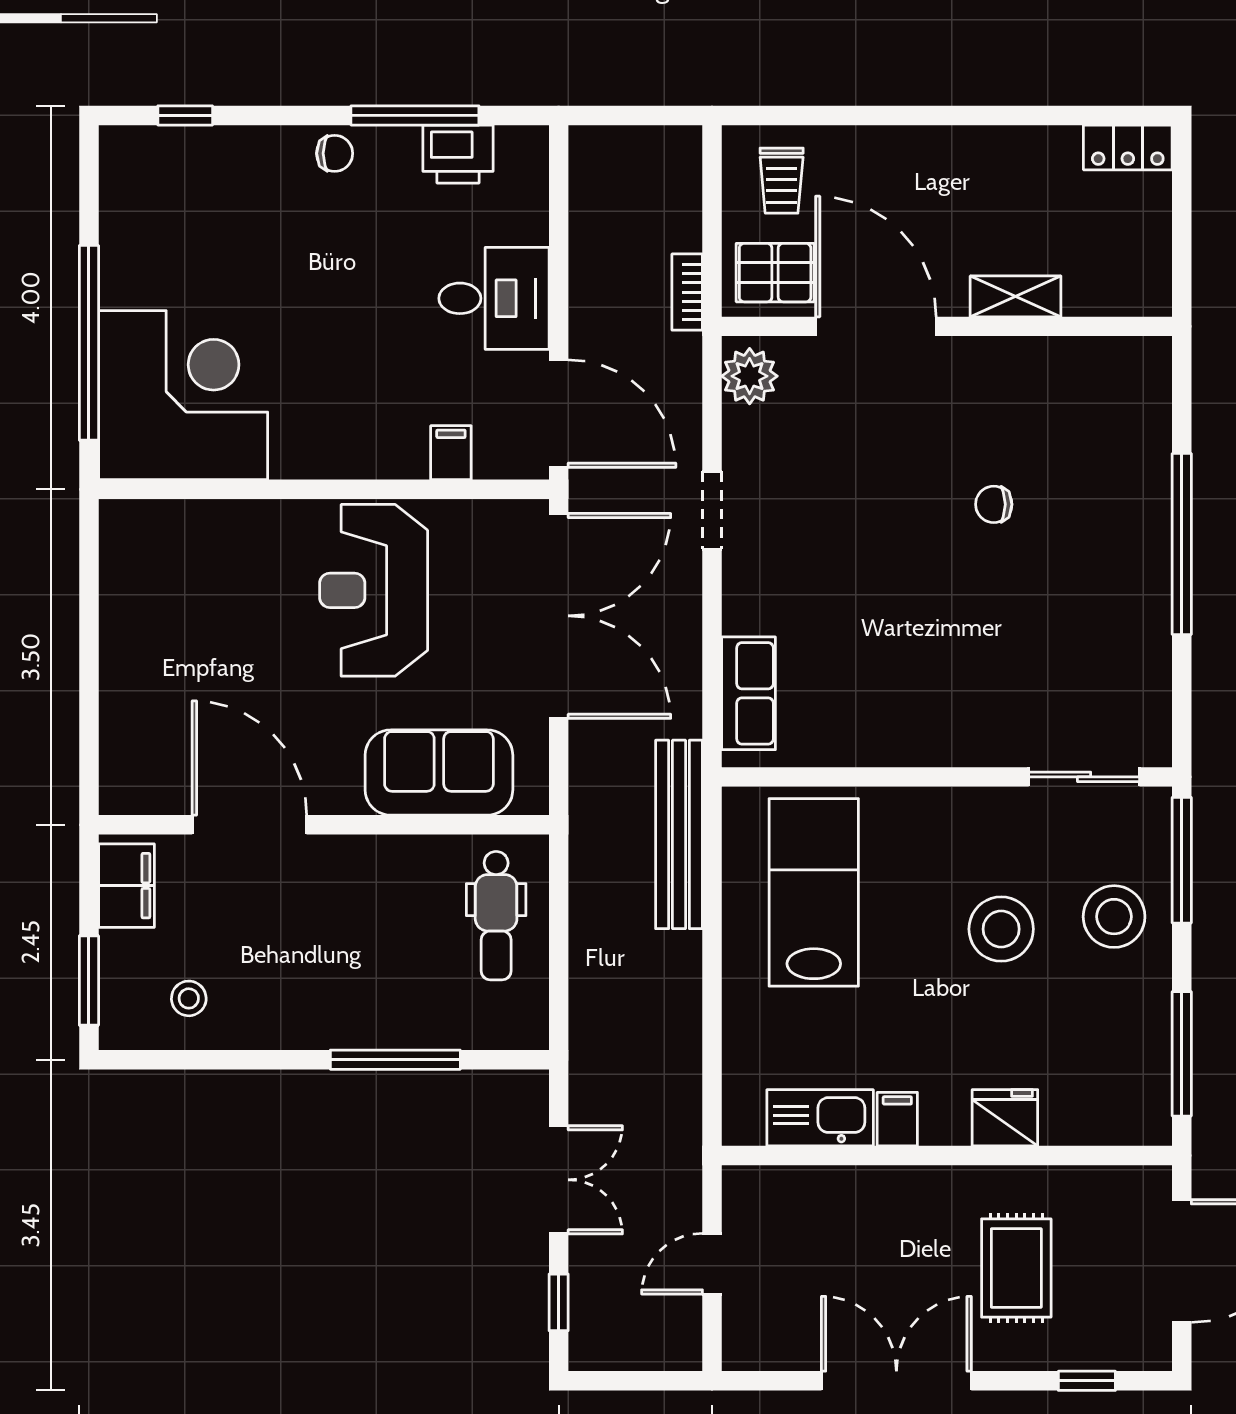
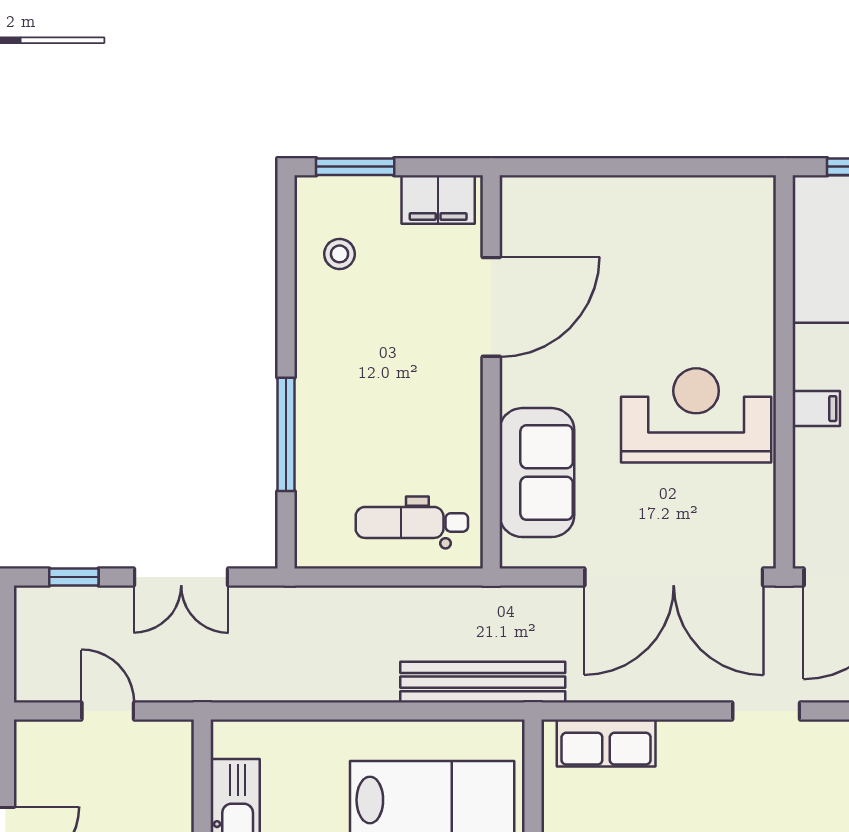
filing cabinet: (451, 453) -> (816, 409), moved

